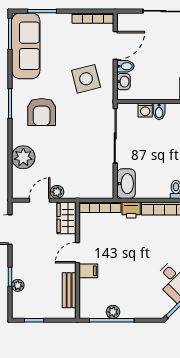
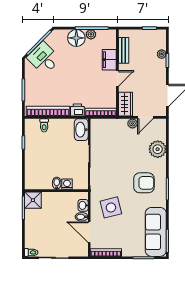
door: (115, 45) -> (89, 232), hinge flipped
armchair: (42, 112) -> (144, 183), turned 90
filing cabinet: (88, 271) -> (109, 60), width x2.00
floor lamp: (133, 307) -> (76, 38), added

